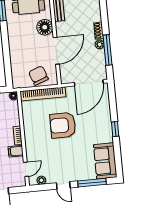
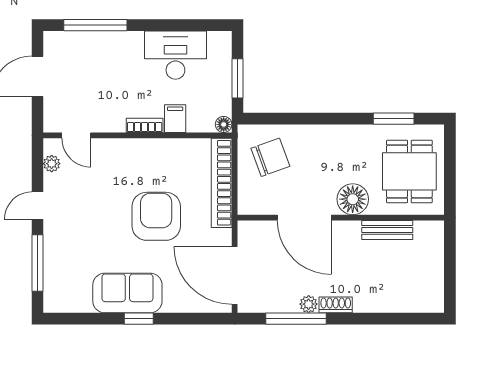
chair: (38, 76) -> (270, 157), moved
filing cabinet: (16, 151) -> (175, 119), moved
sofa: (105, 161) -> (127, 293), moved

